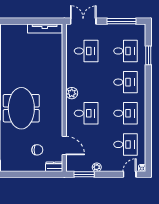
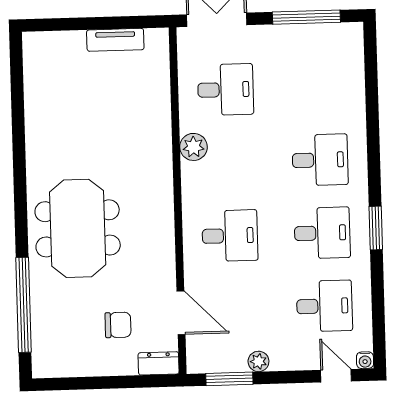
tv unit: (45, 28) -> (115, 40), width x0.71
desk: (125, 51) -> (318, 87), removed
window: (148, 55) -> (376, 228), moved
plant: (72, 93) -> (194, 147), moved
door: (130, 174) -> (336, 376), hinge flipped

